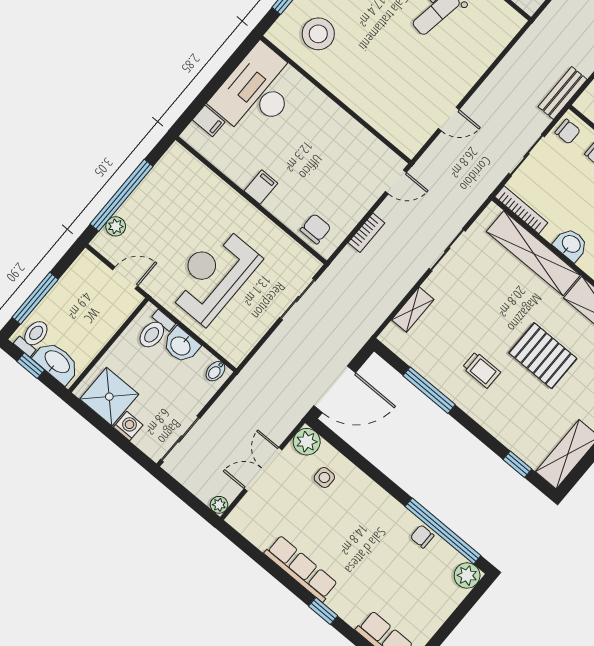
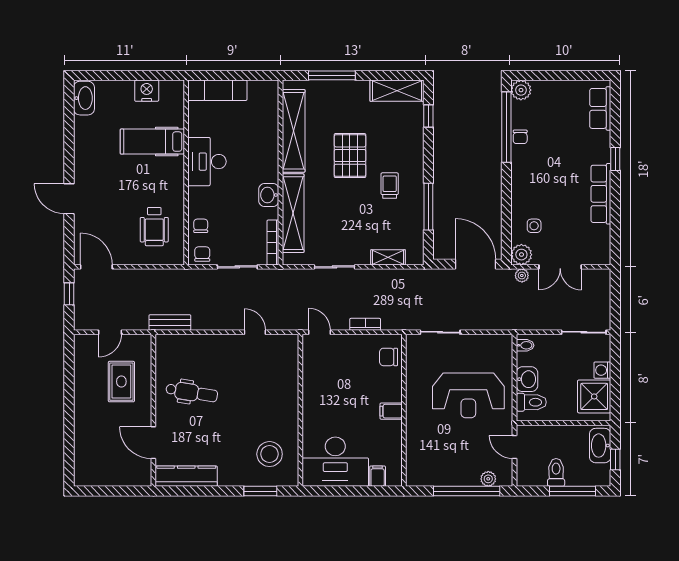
bench: (563, 93) -> (170, 322), moved
toilet: (33, 337) -> (556, 472), moved, turned 90
plant: (219, 505) -> (522, 275), moved

